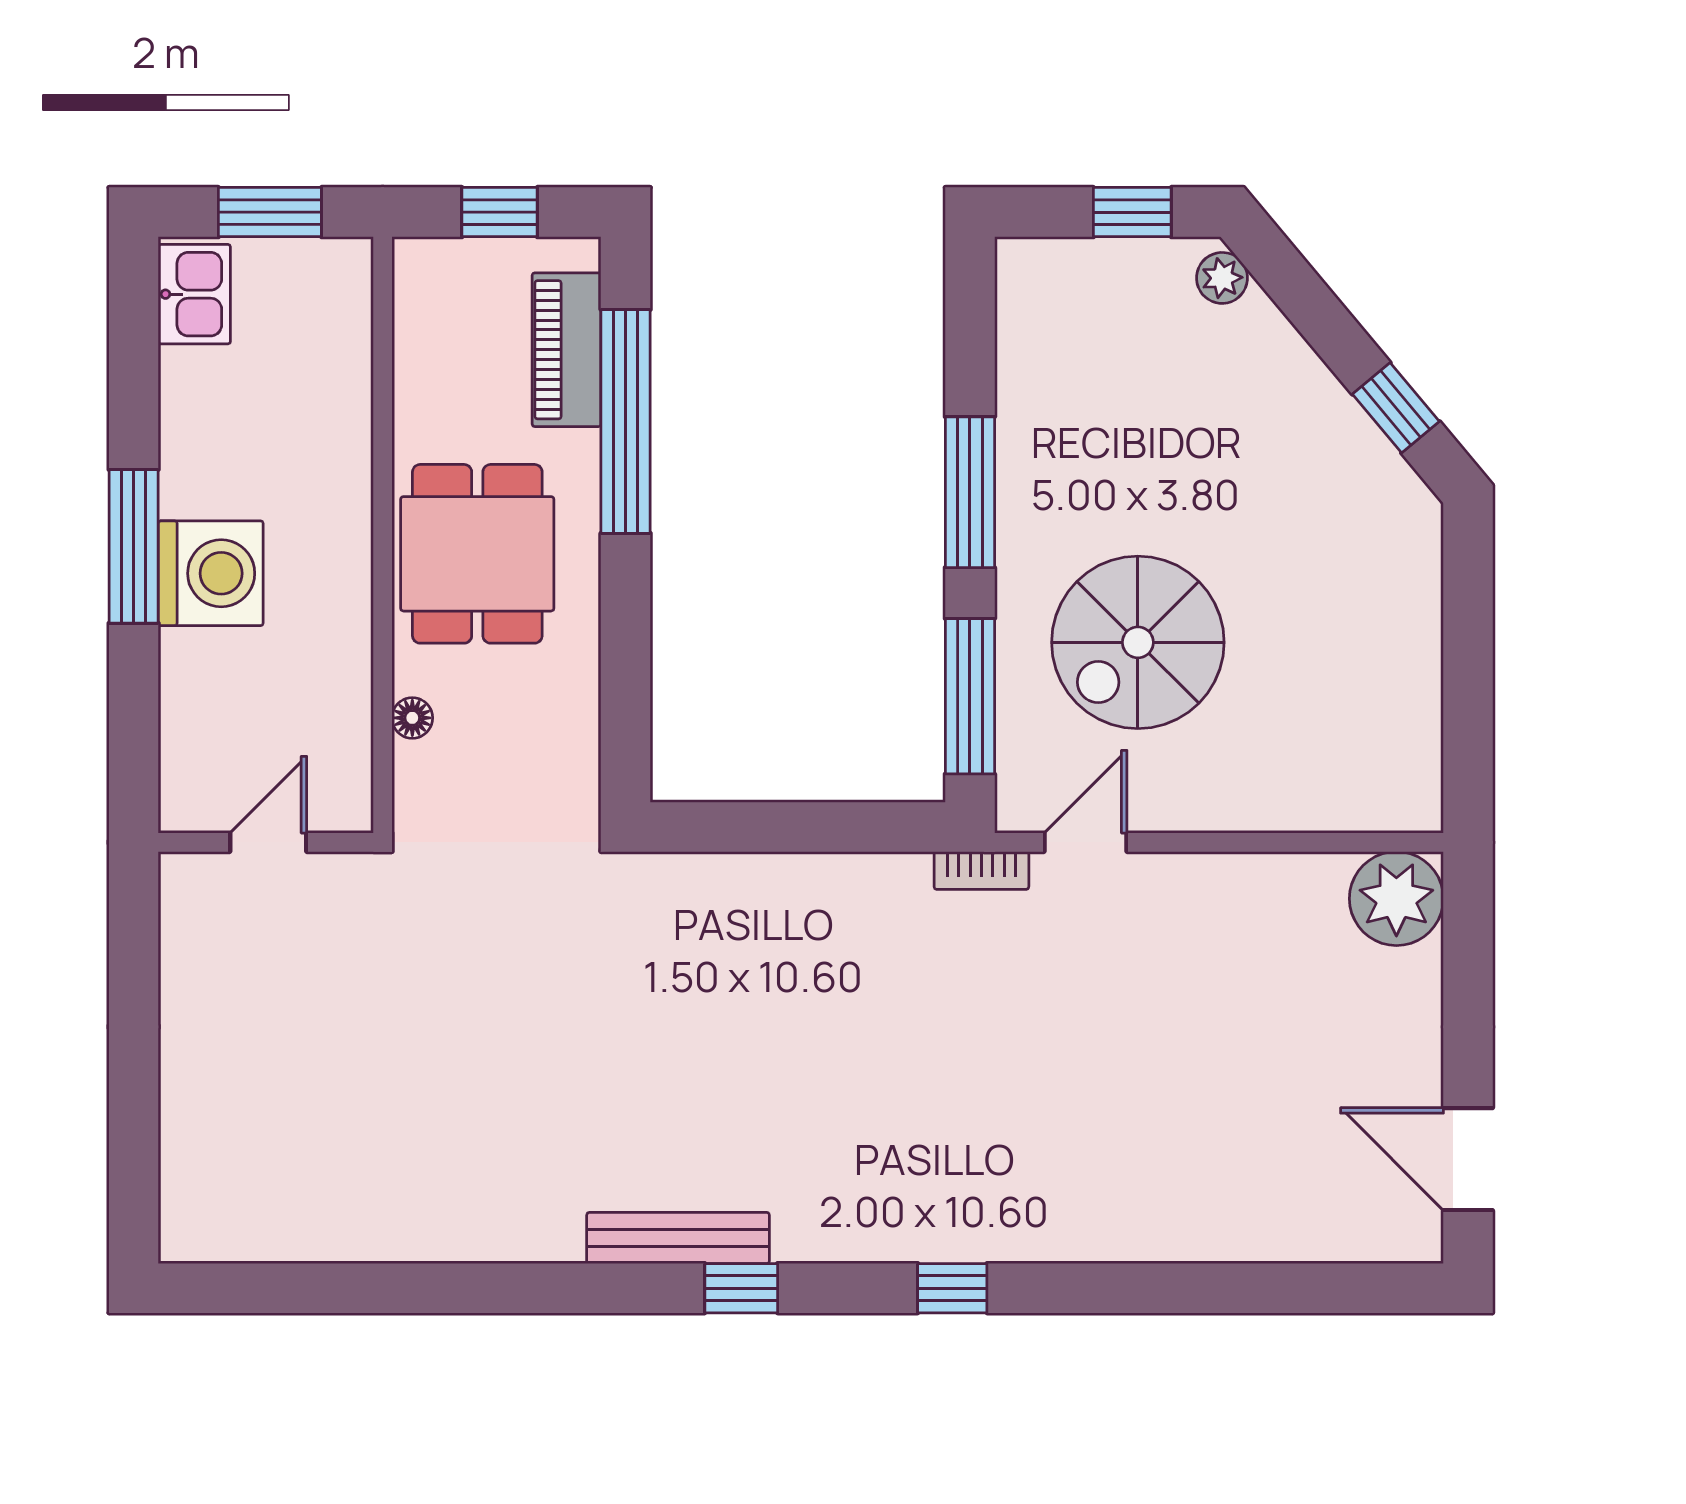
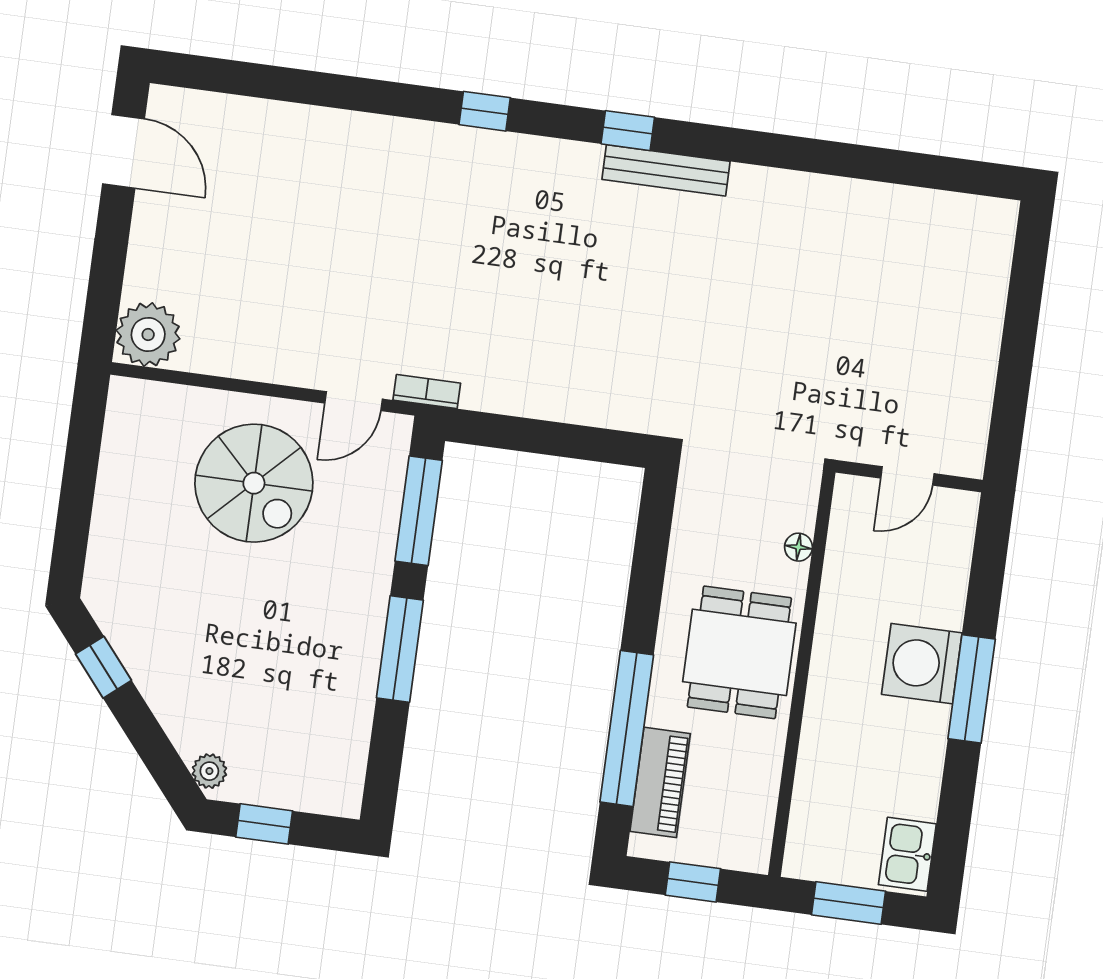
spiral stairs: (1138, 642) -> (254, 483), moved, turned 90

